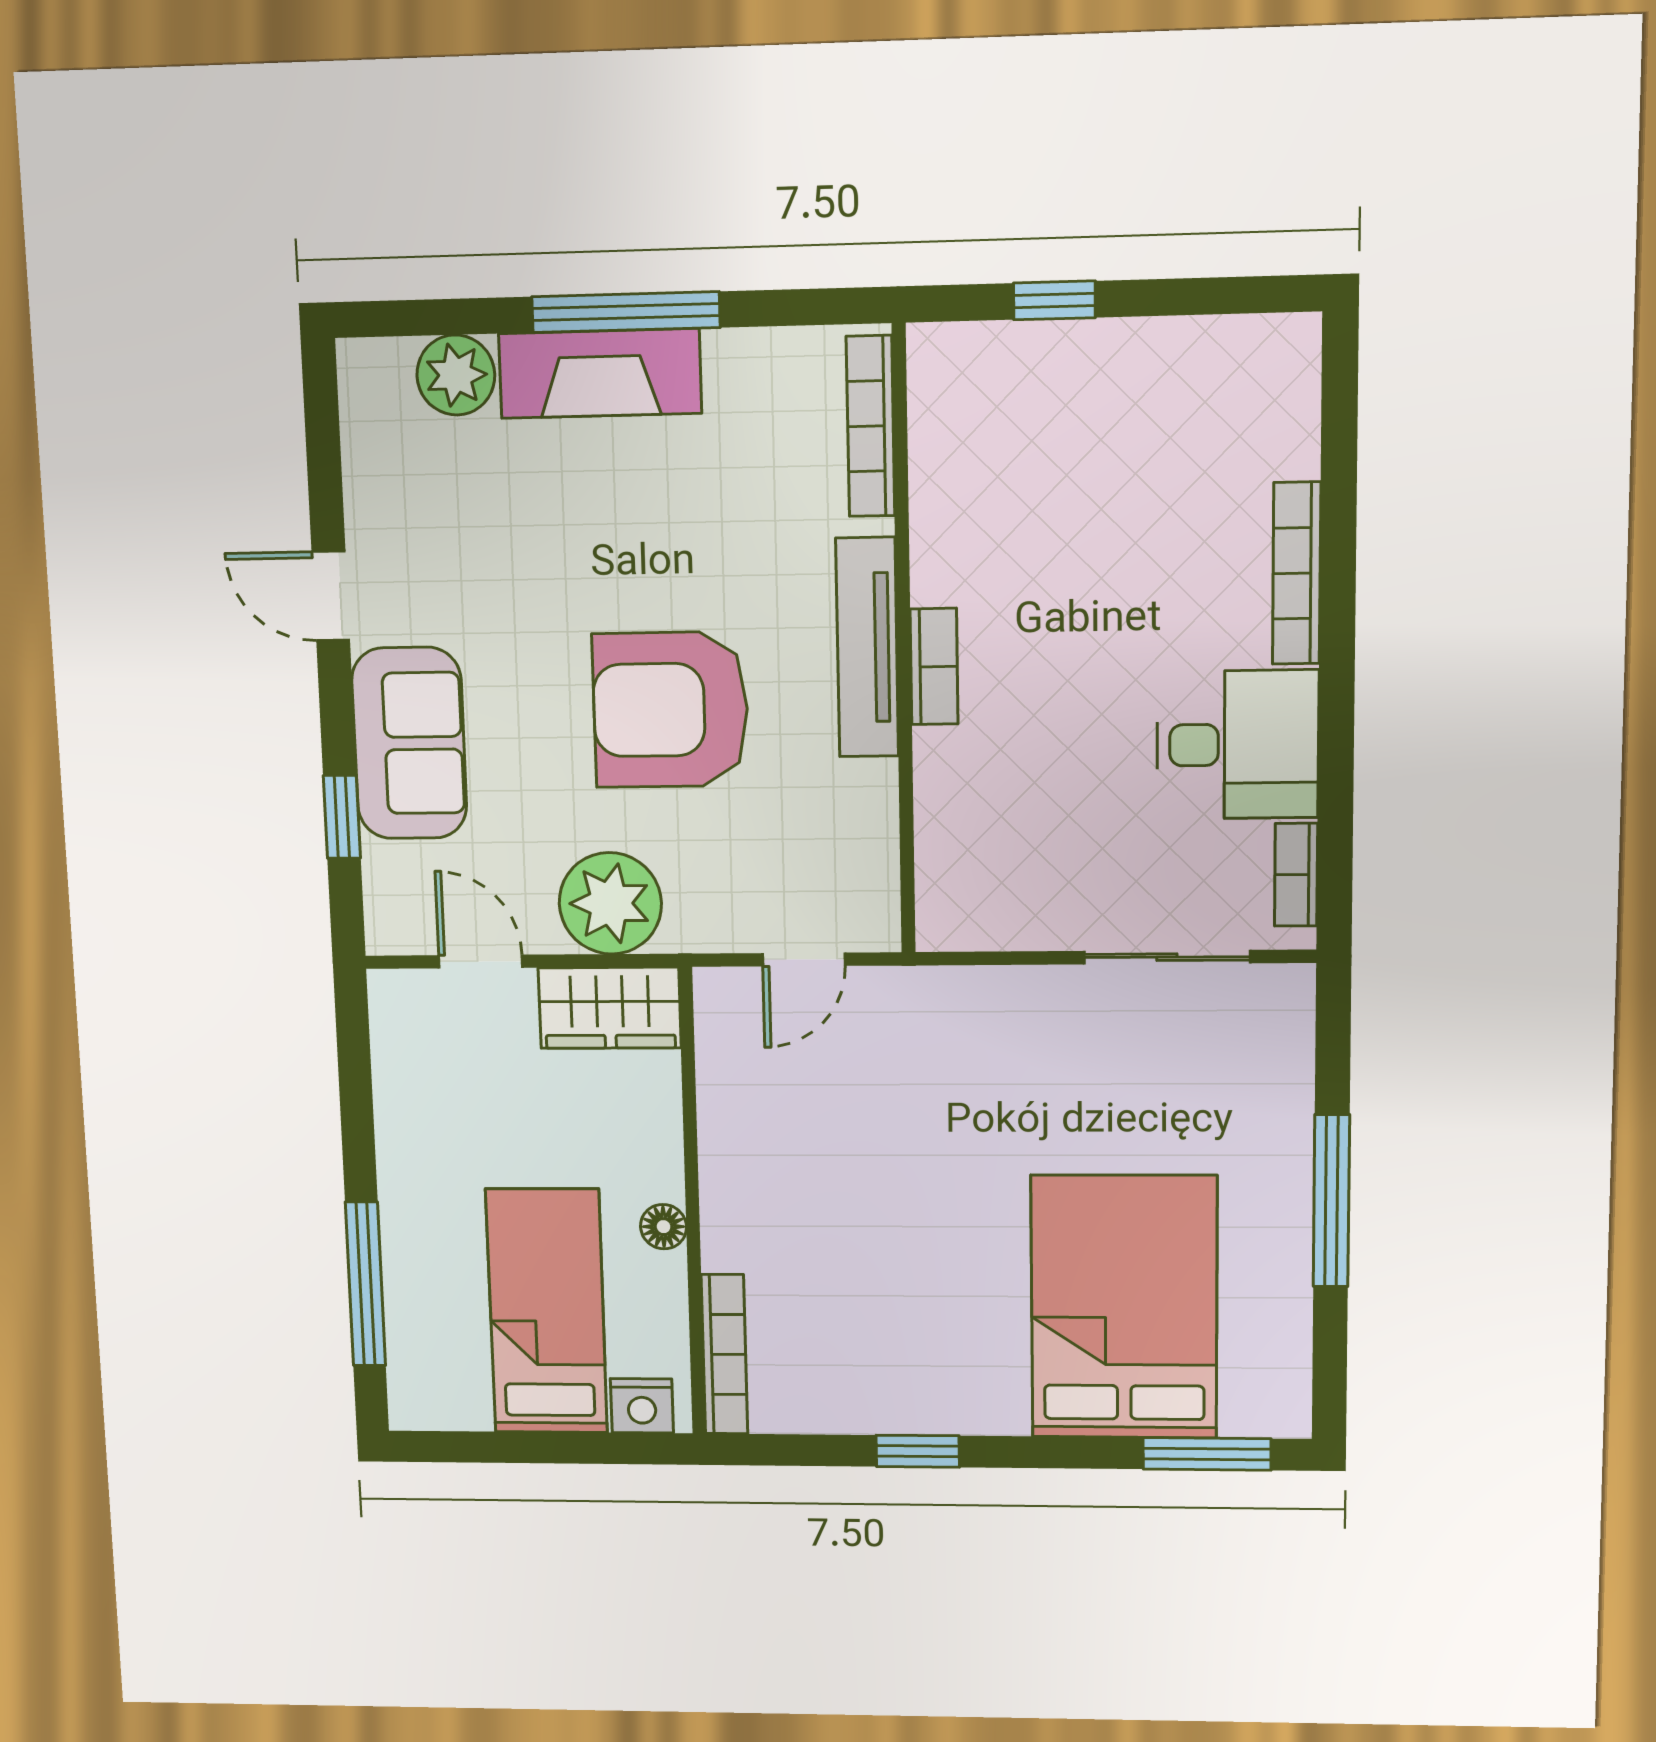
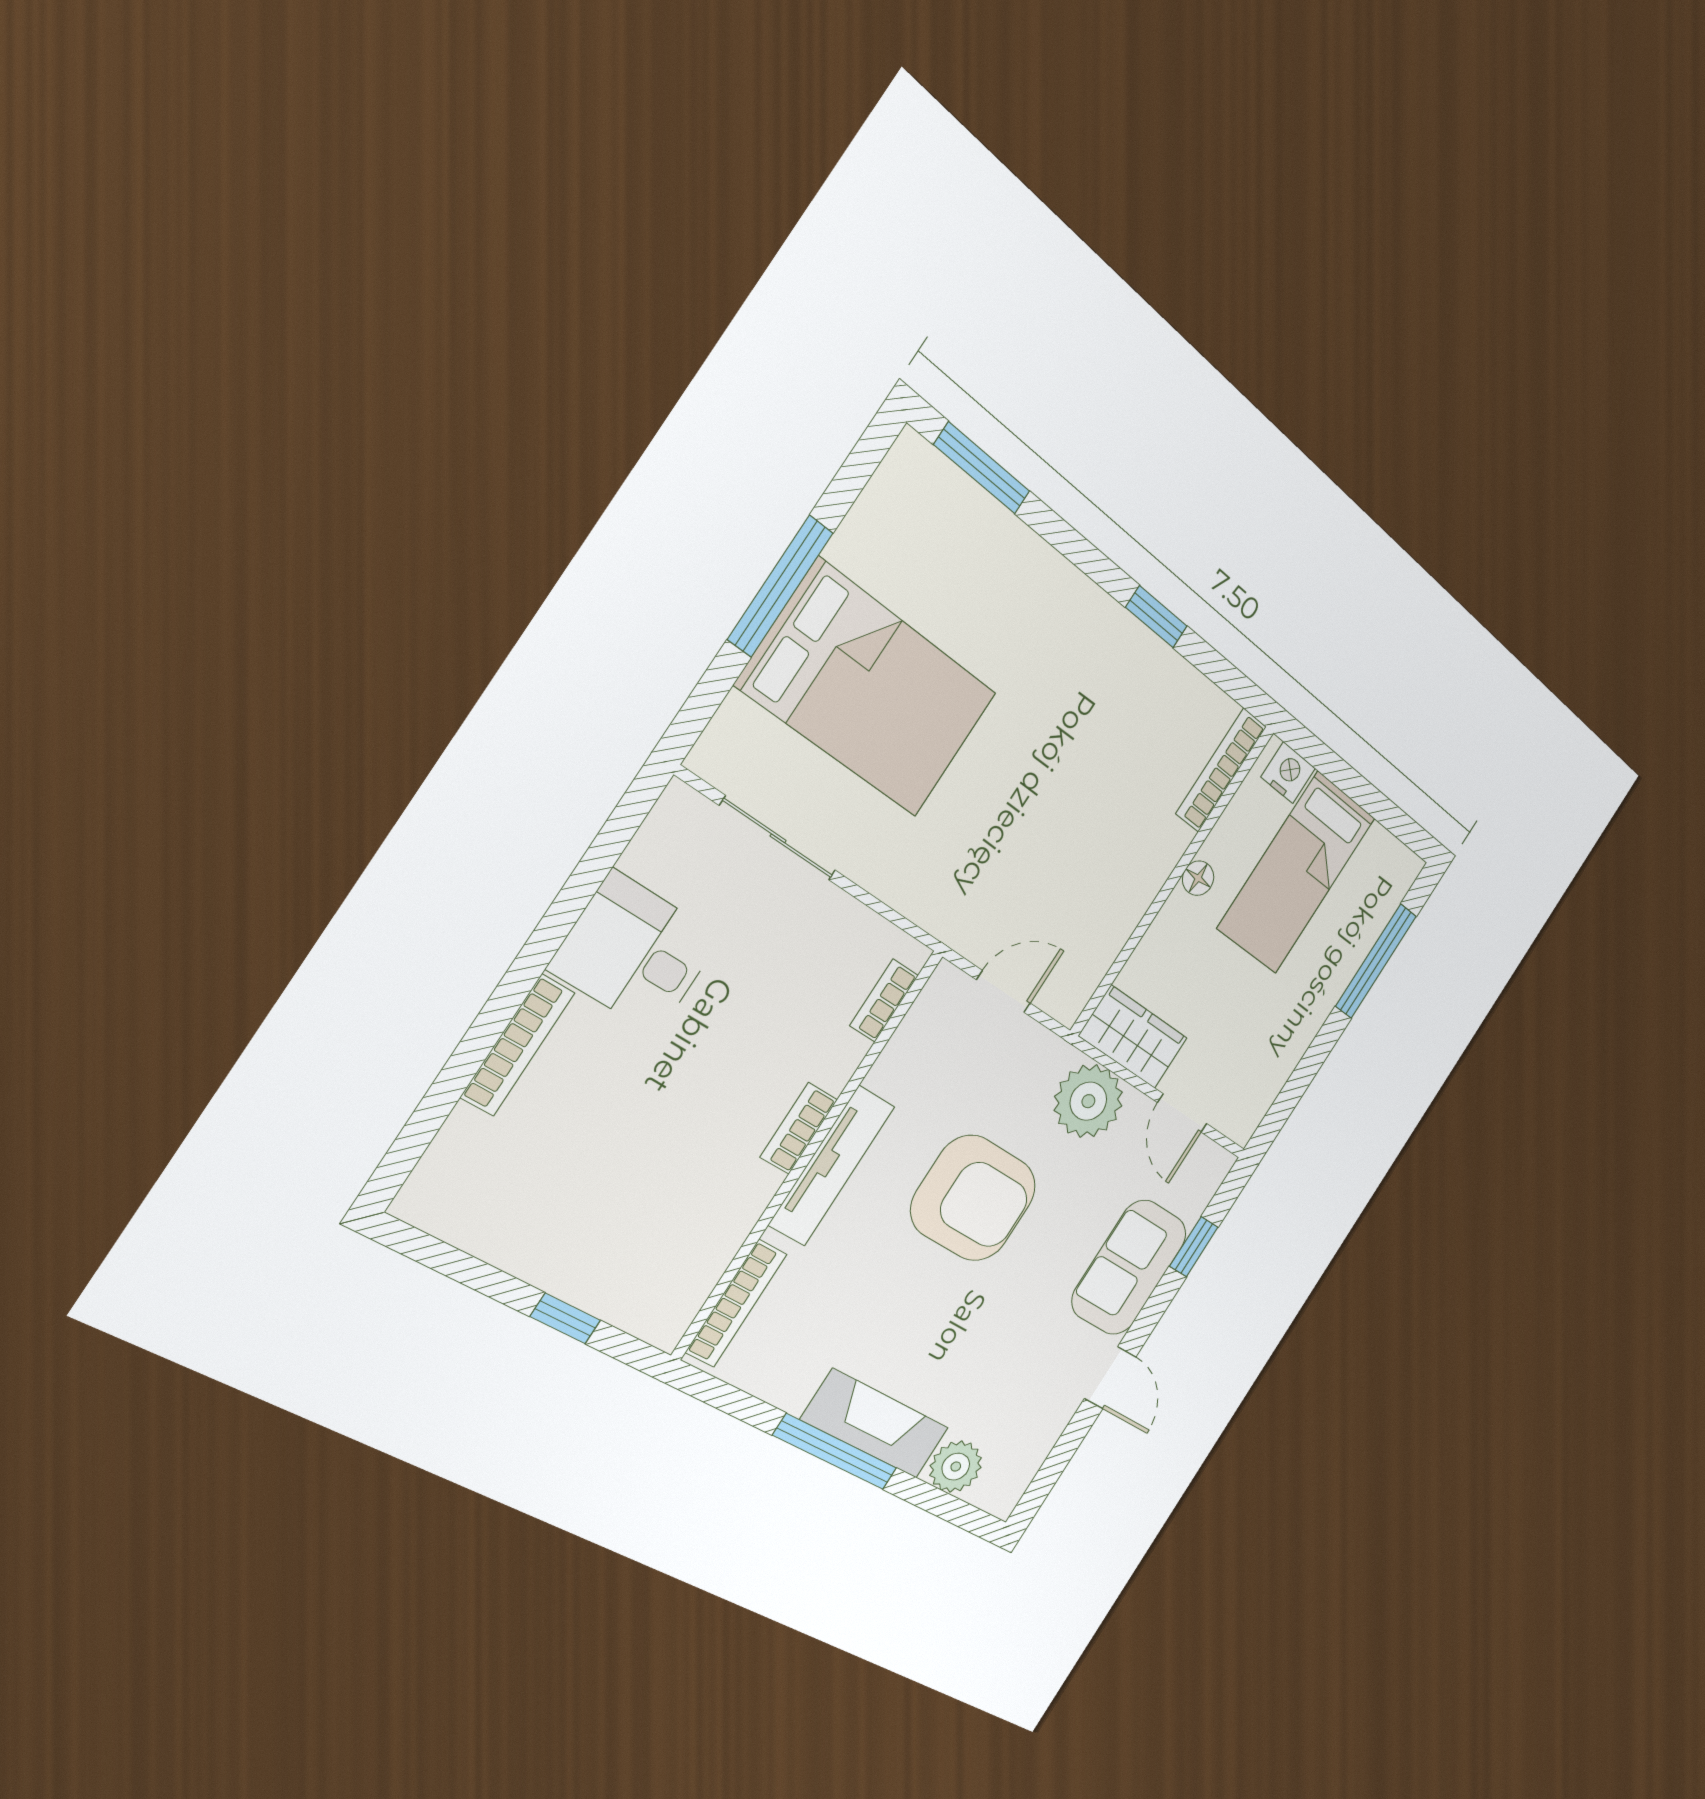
bookcase: (1296, 875) -> (884, 1000), moved, turned 180
bed: (1124, 1307) -> (868, 689), moved, turned -90

